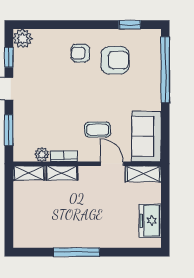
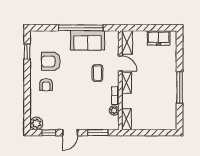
armchair: (115, 60) -> (51, 61), turned -90
window: (165, 70) -> (81, 28), moved
sofa: (146, 136) -> (88, 40), moved
door: (112, 164) -> (120, 63), swing flipped
shelving: (62, 173) -> (126, 83), moved

